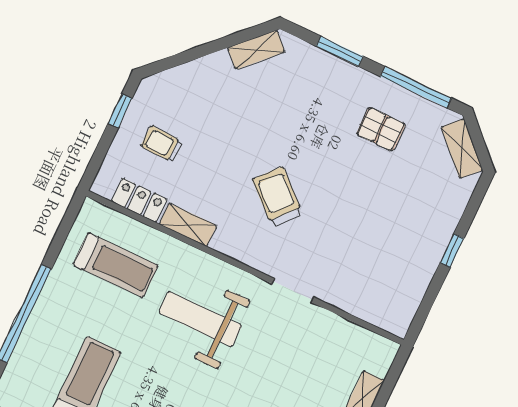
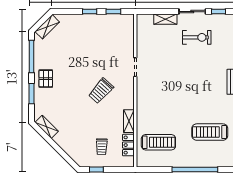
pallet: (381, 129) -> (46, 79), moved
treadmill: (116, 265) -> (158, 142), turned 90
window: (429, 300) -> (113, 12), added
weight bench: (200, 319) -> (164, 99), removed

